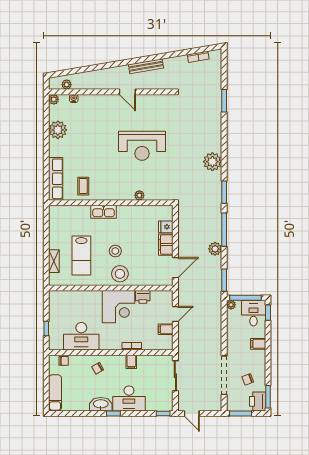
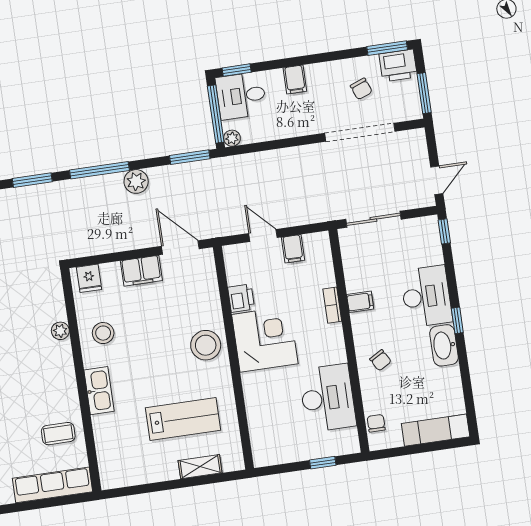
fridge: (166, 227) -> (89, 278), moved
stool: (115, 251) -> (103, 333), moved

